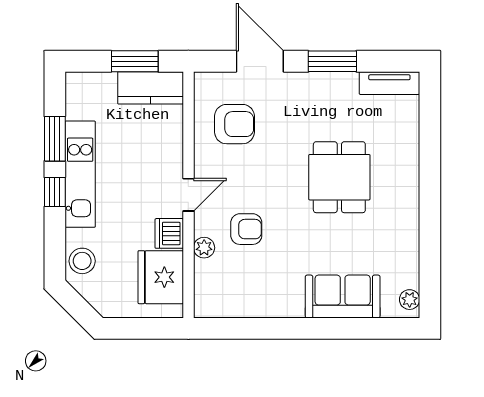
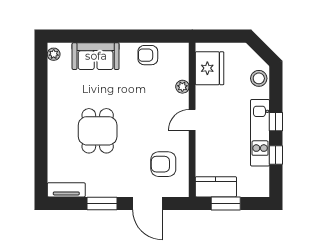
window: (55, 139) -> (276, 155), width x0.67
armchair: (246, 229) -> (148, 55), moved
dishwasher: (169, 233) -> (204, 96), removed

